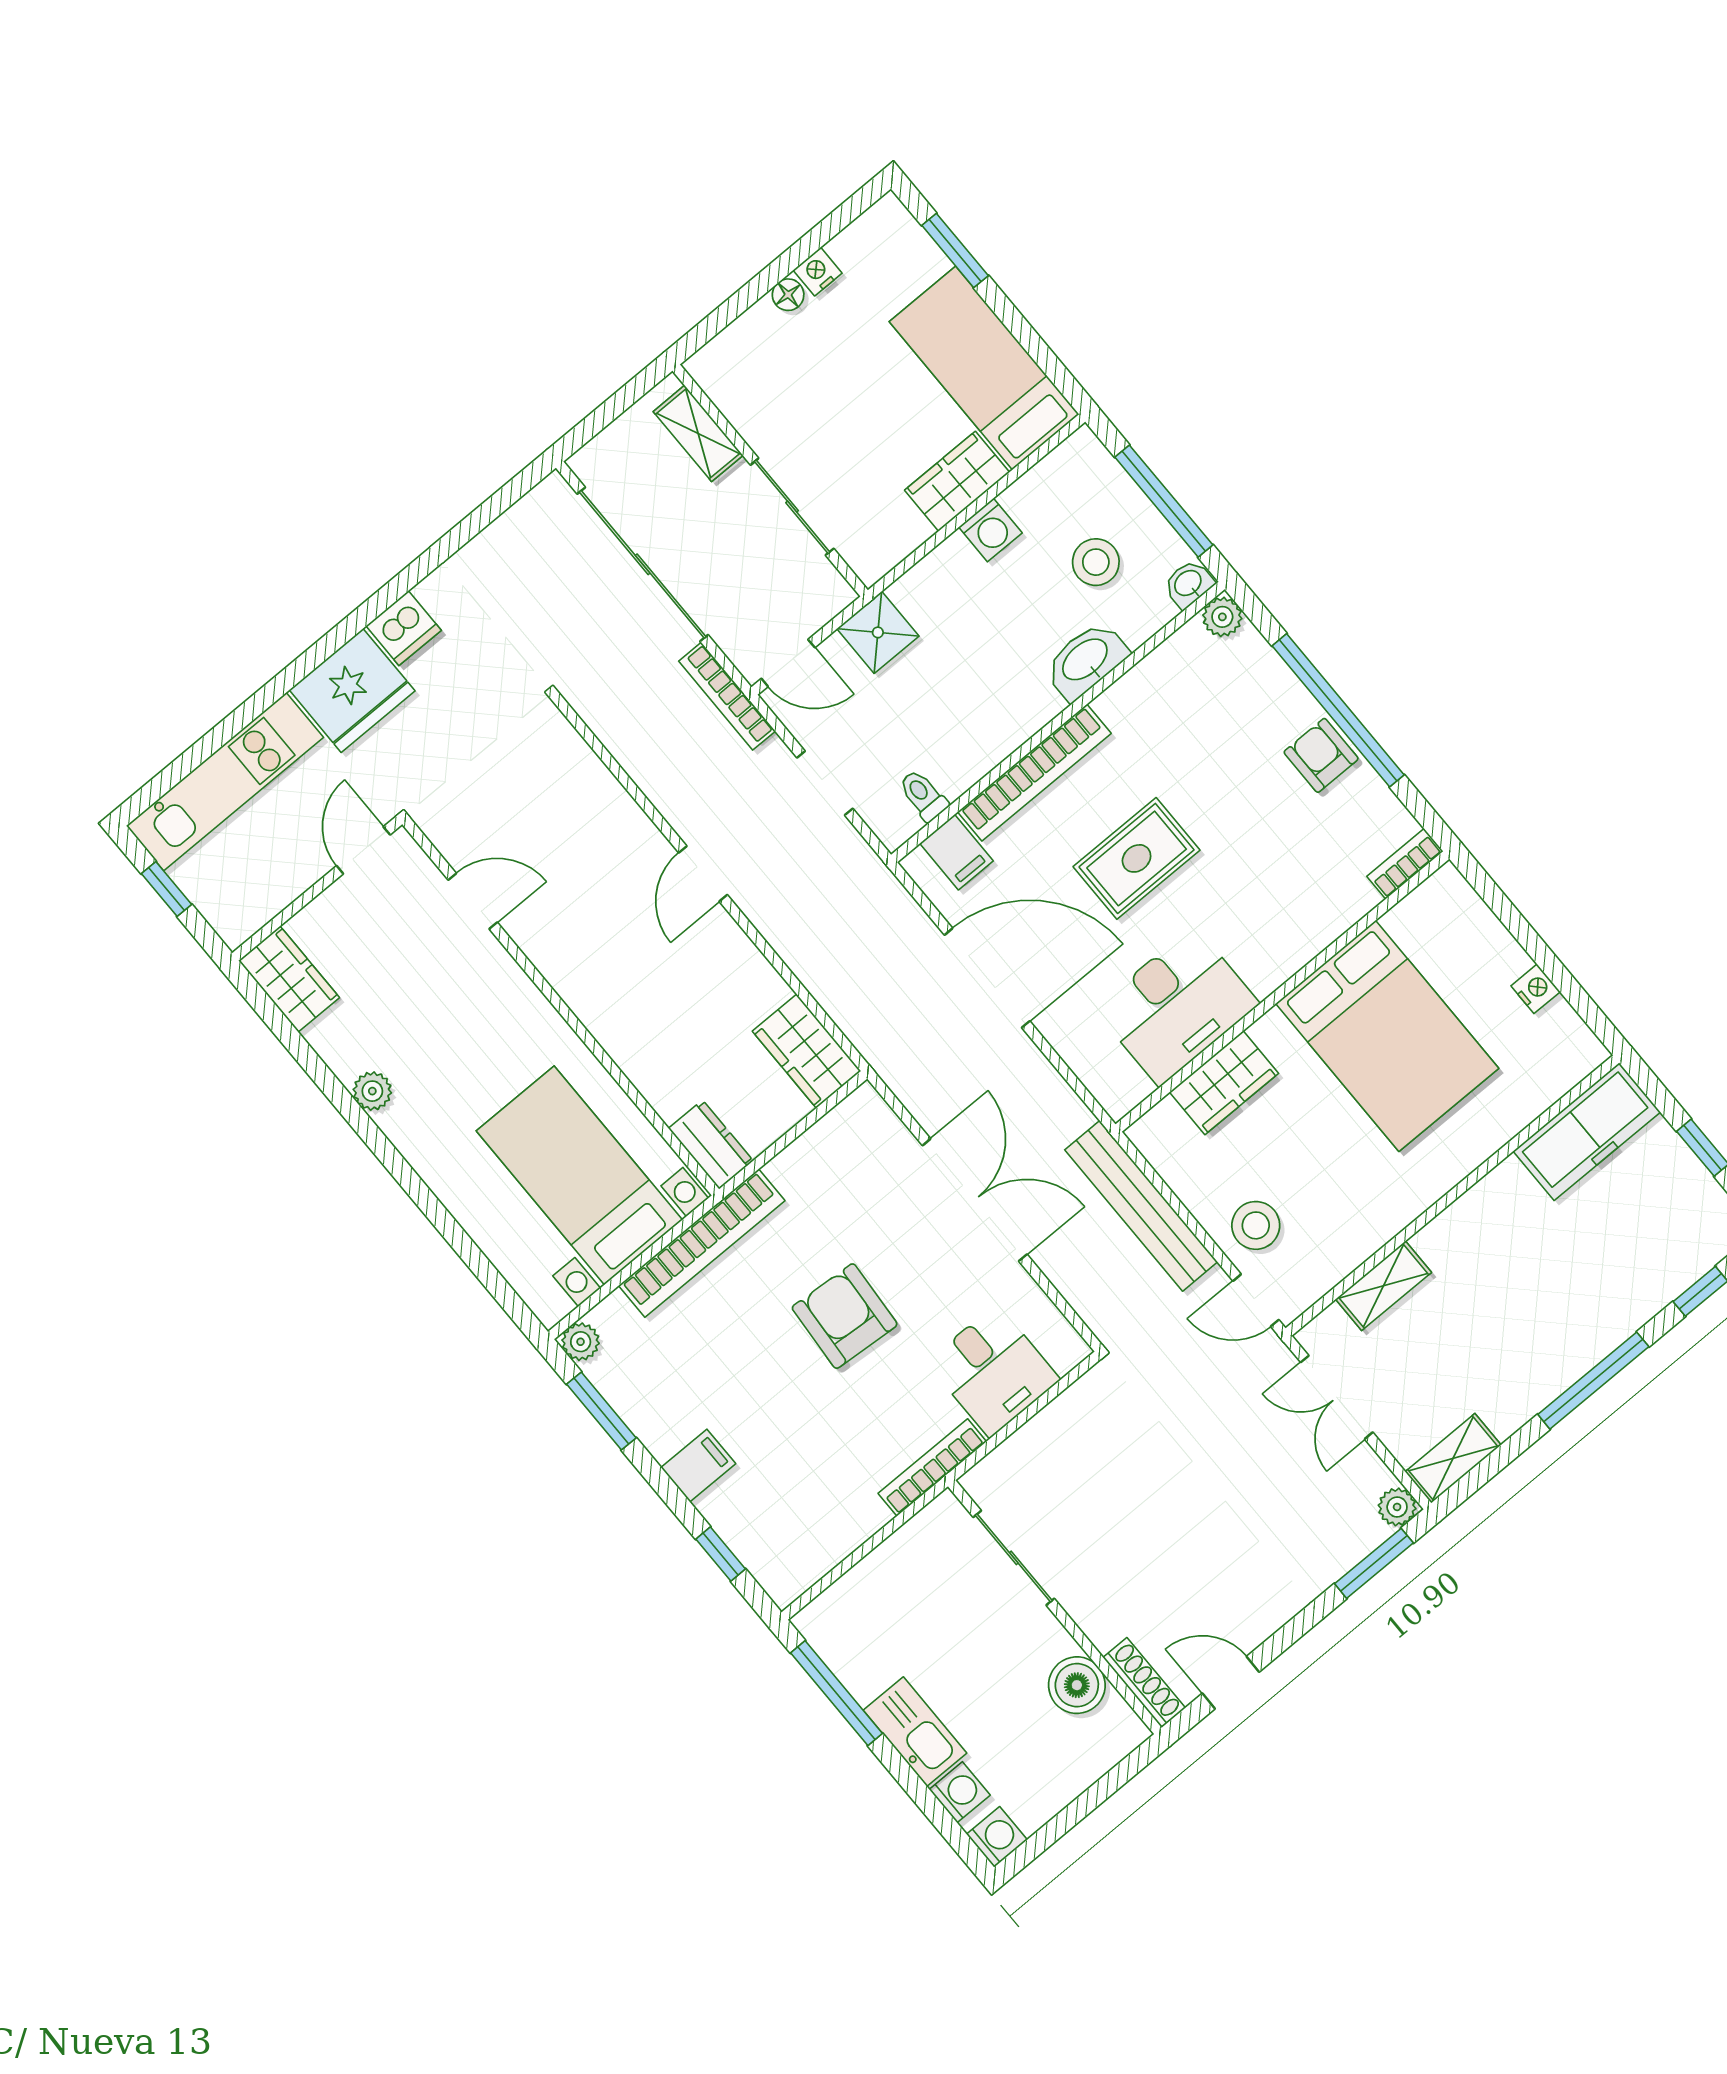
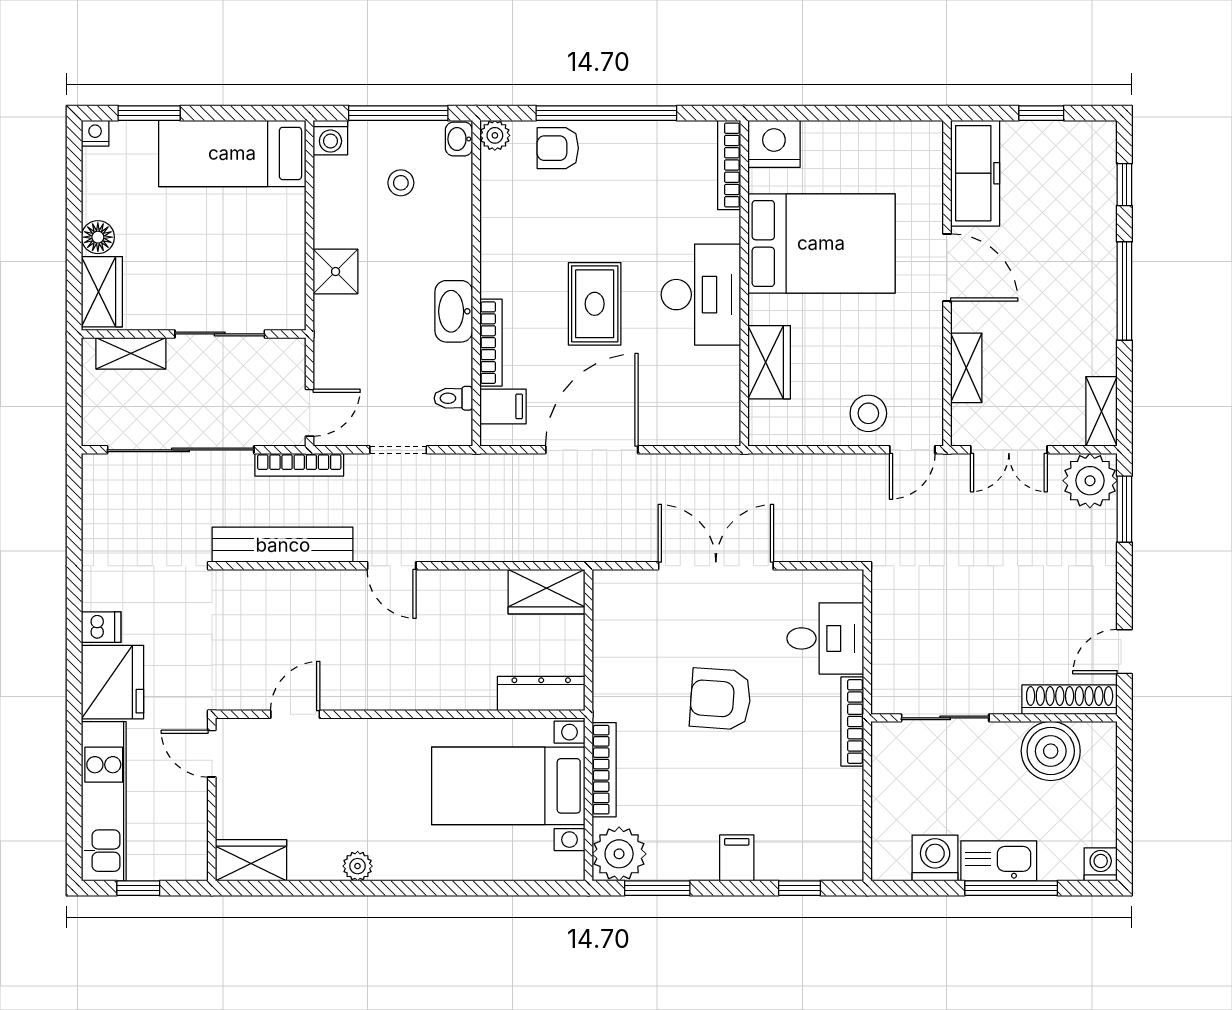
nightstand: (818, 272) -> (95, 133), moved, turned 90
floor lamp: (788, 295) -> (98, 237), width x1.37, depth x1.37
wardrobe: (957, 481) -> (102, 292), moved, turned 180
washing machine: (990, 530) -> (330, 138), moved, turned 90
stool: (1096, 562) -> (401, 183), width x0.73, depth x0.73
dishwasher: (404, 628) -> (101, 627), width x0.73
shower: (878, 632) -> (336, 272), moved
washbasin: (1086, 661) -> (454, 311), moved
armchair: (1321, 755) -> (558, 148), moved
bookcase: (1034, 773) -> (491, 343), width x0.68, depth x0.76
bookcase: (1405, 864) -> (729, 165), width x1.56
nightstand: (1536, 989) -> (774, 144), moved, width x1.89, depth x1.79
desk: (1177, 1006) -> (701, 295), moved
dresser: (711, 1145) -> (541, 694), width x1.44
door: (1468, 1182) -> (947, 268), added
bench: (1141, 1206) -> (283, 545), moved
bookcase: (702, 1243) -> (604, 770), width x0.68, depth x0.76
plant: (581, 1342) -> (619, 854), width x1.88, depth x1.88
plant: (1397, 1507) -> (1090, 481), width x1.87, depth x1.87
shoe rack: (1144, 1683) -> (1070, 700), width x1.36, depth x1.24
boiler: (1077, 1685) -> (1051, 751), width x1.37, depth x1.37
window: (836, 1693) -> (1011, 888), moved
washing machine: (960, 1792) -> (935, 858), moved, width x1.38, depth x1.38

